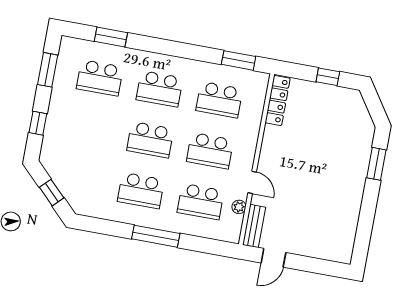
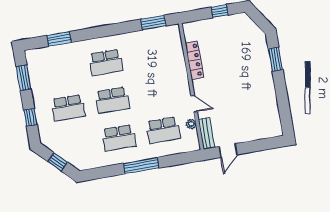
school desk: (100, 78) -> (68, 108), moved
school desk: (219, 100) -> (150, 55), removed
locker: (278, 100) -> (194, 60), moved
school desk: (210, 151) -> (157, 92), removed

